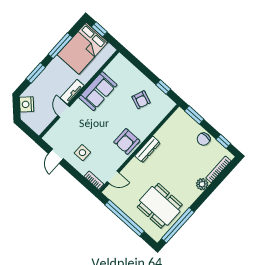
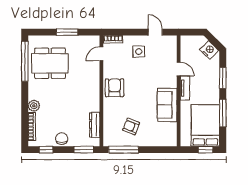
window: (163, 87) -> (123, 150), width x2.17
dresser: (148, 149) -> (95, 125), moved
window: (124, 218) -> (67, 32), width x0.47

